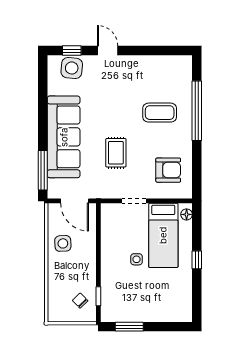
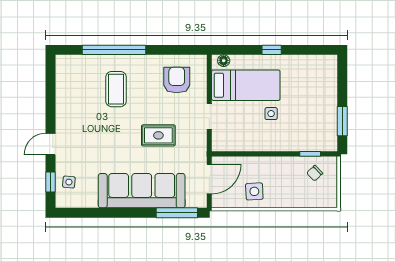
side table: (72, 68) -> (69, 182), width x0.54, depth x0.54

